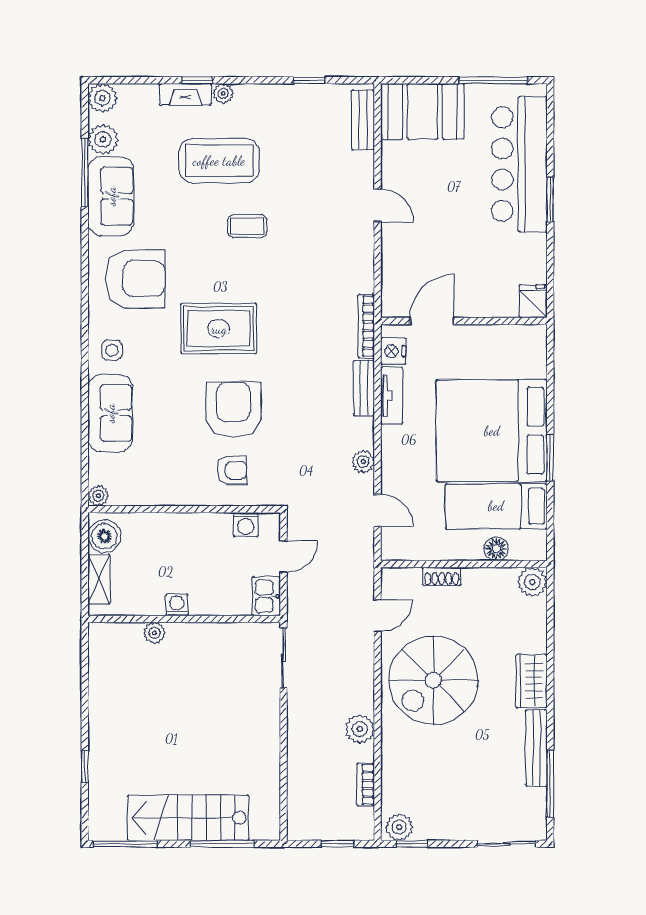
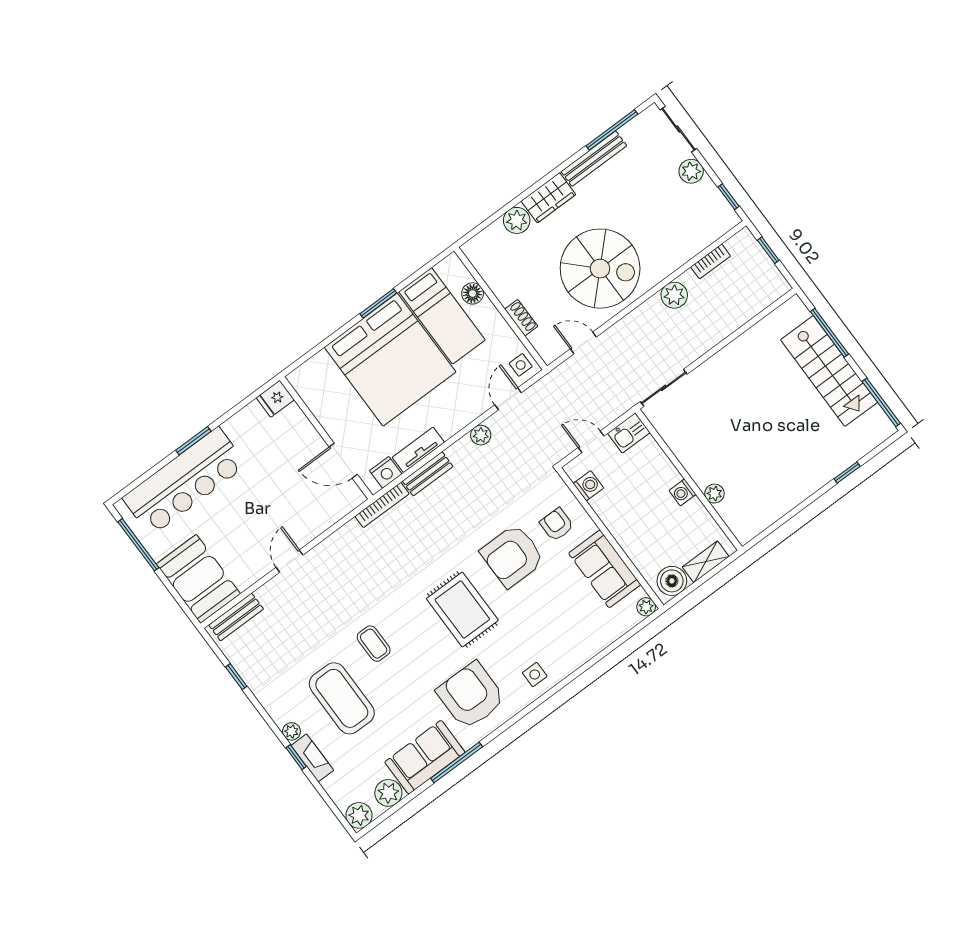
window: (85, 173) -> (457, 763), moved
sofa: (110, 413) -> (605, 569), moved, turned -90
side table: (400, 544) -> (521, 365), added
plant: (532, 582) -> (517, 220), moved
plant: (399, 827) -> (691, 171), moved

